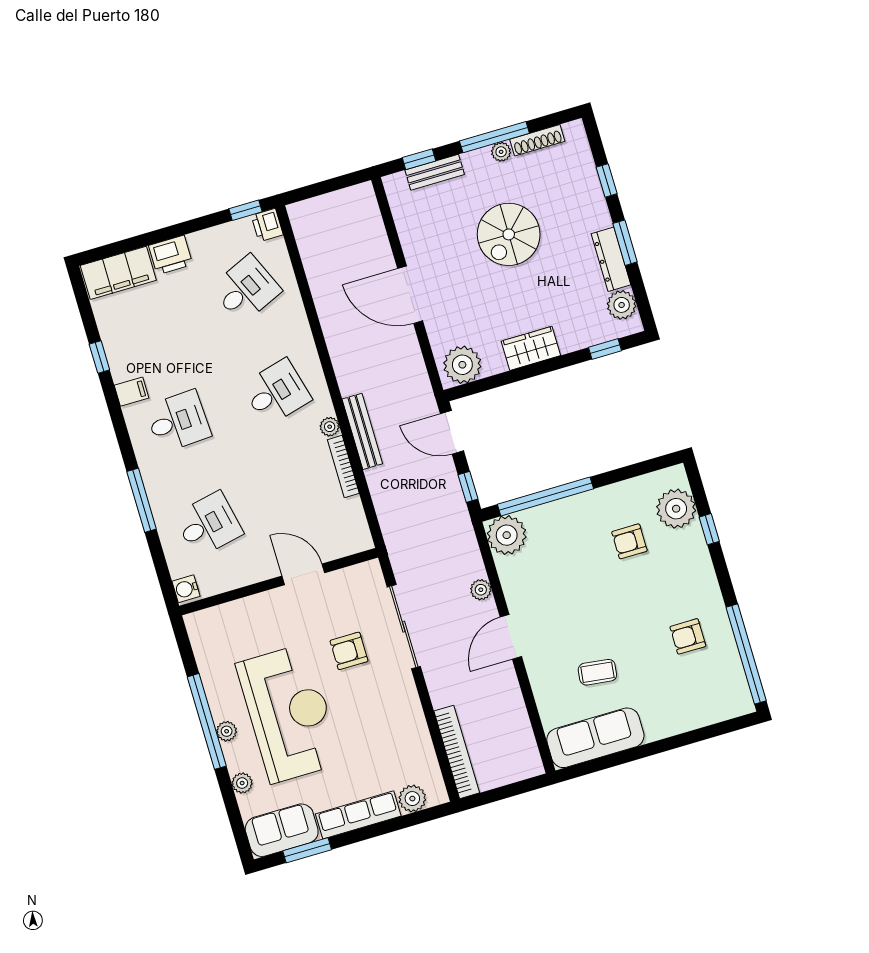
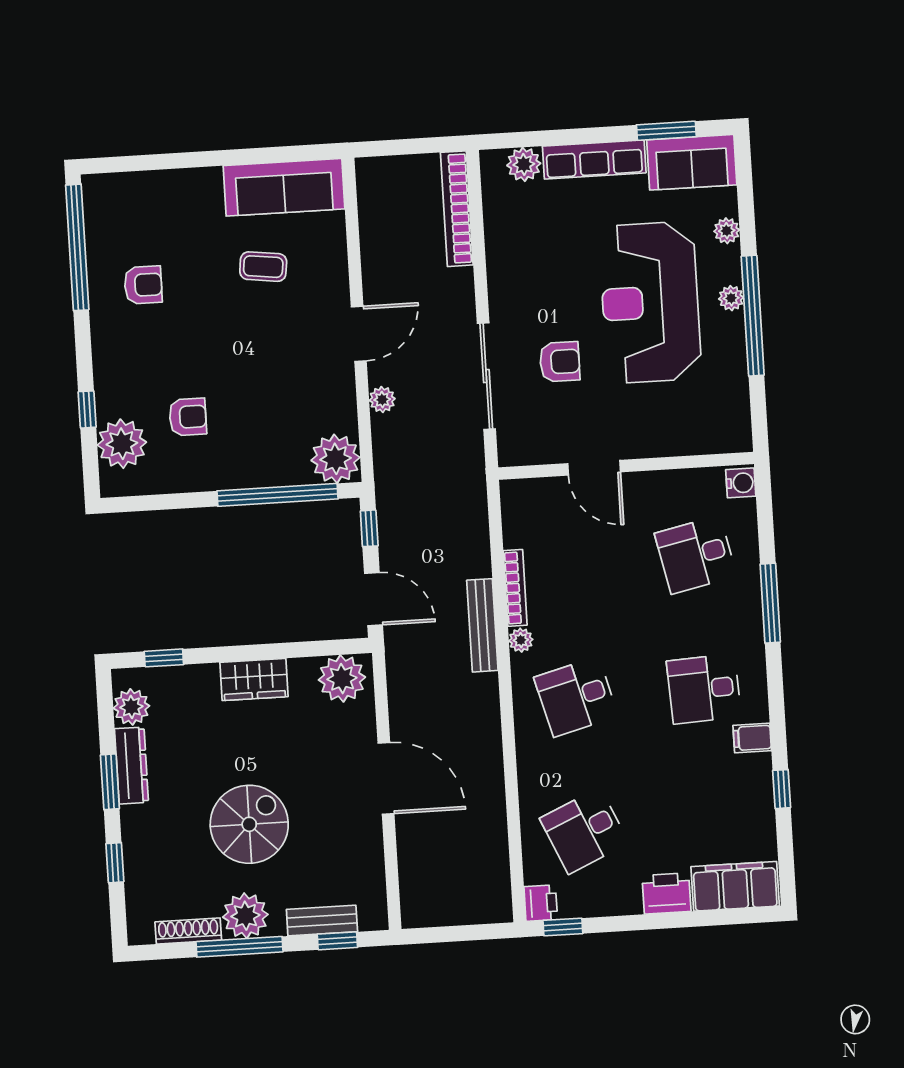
plant: (501, 152) -> (245, 916), width x1.88, depth x1.88

